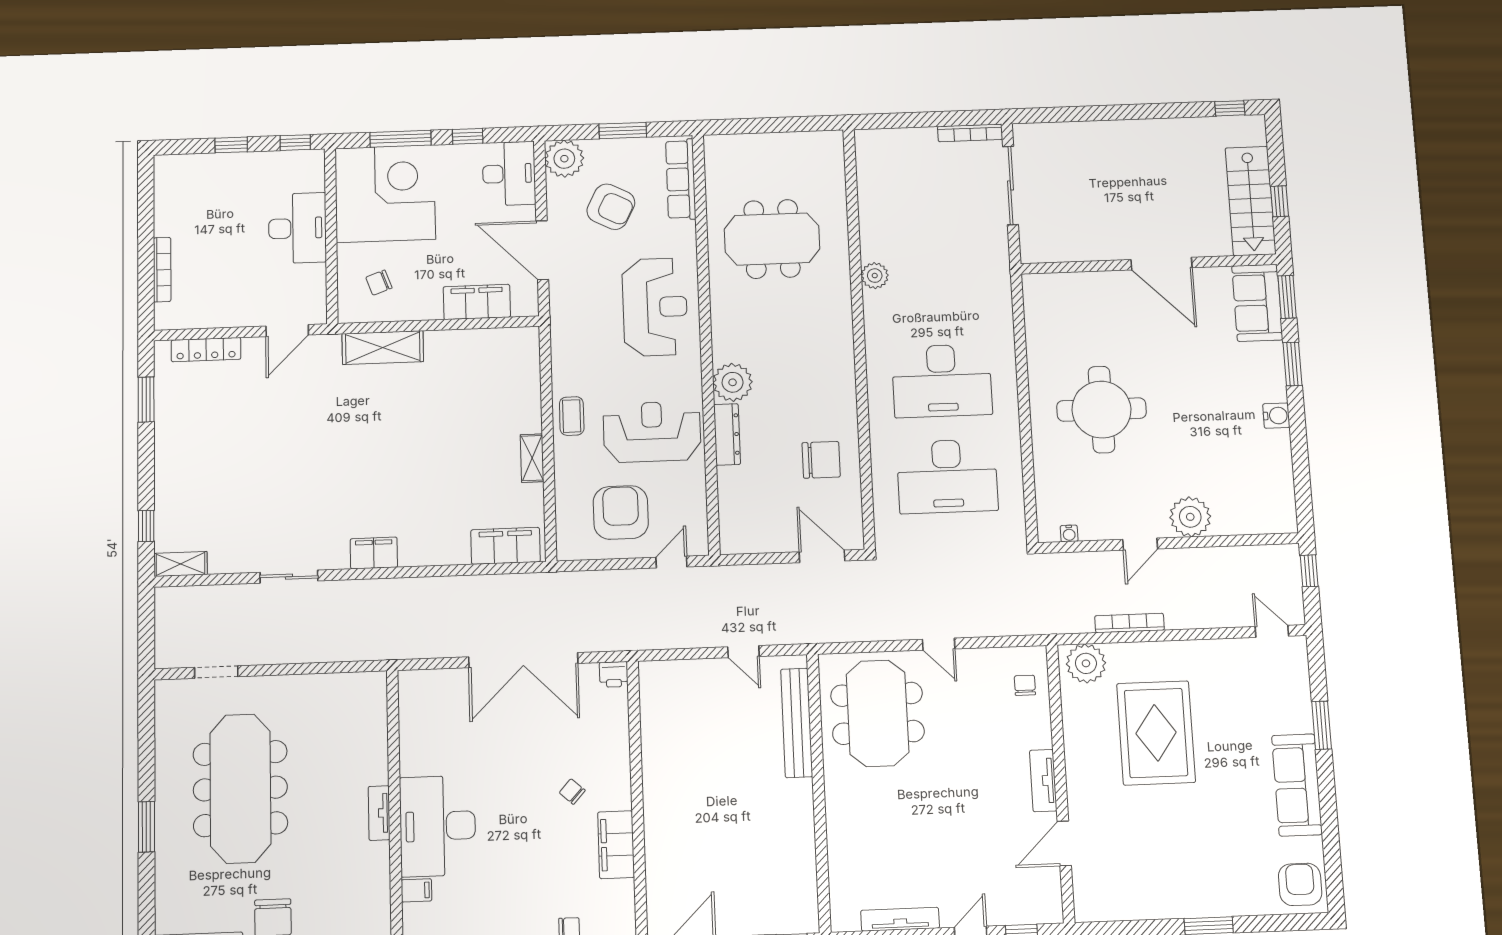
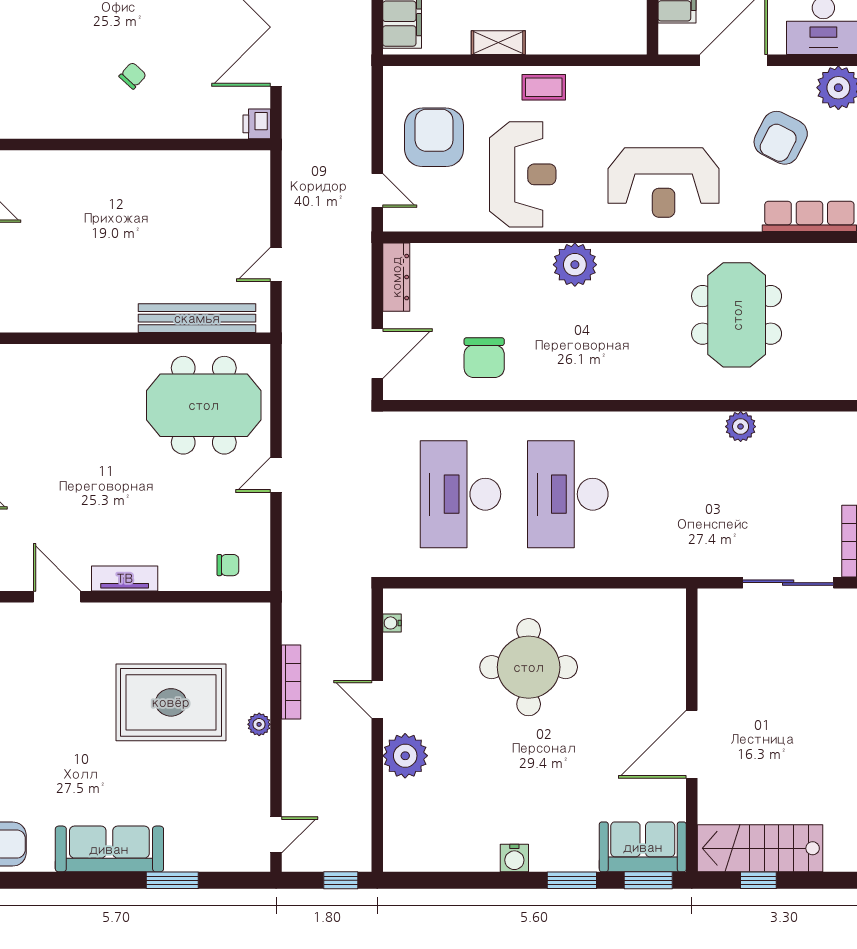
plant: (875, 276) -> (741, 427), moved
dresser: (727, 434) -> (396, 277), moved, turned -90
armchair: (621, 513) -> (434, 137), turned -90
plant: (1086, 663) -> (259, 724), moved, width x0.53, depth x0.53
filing cabinet: (616, 845) -> (74, 121), removed

